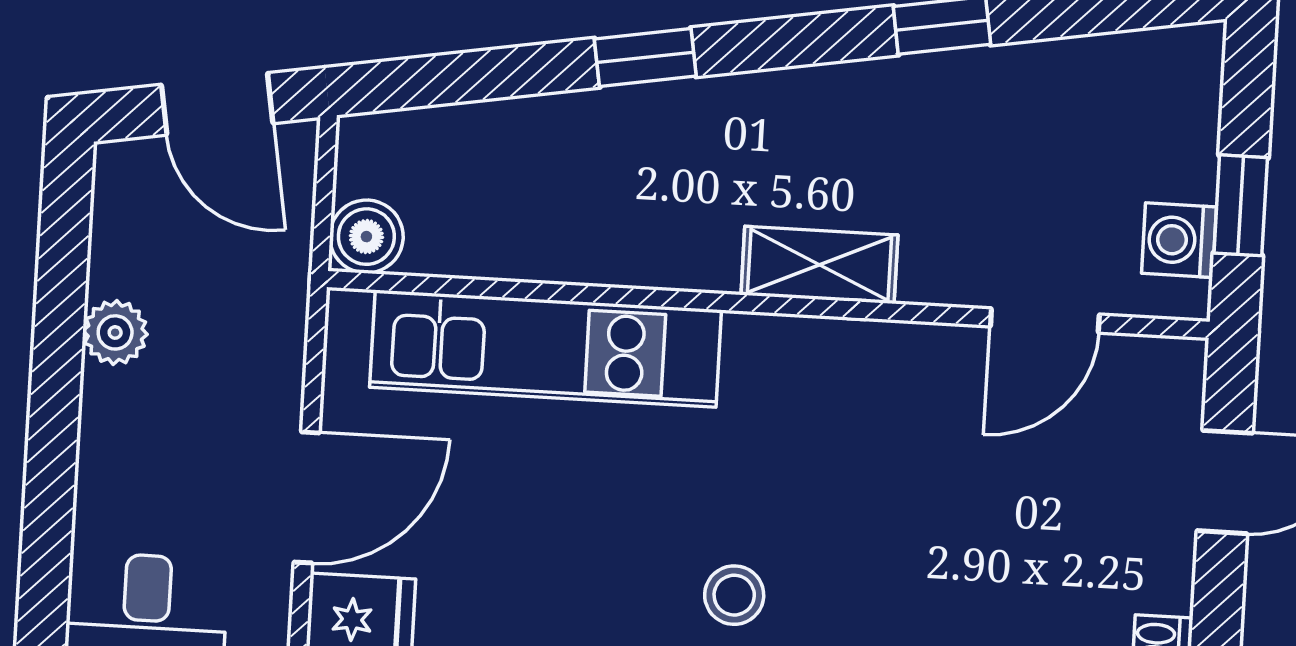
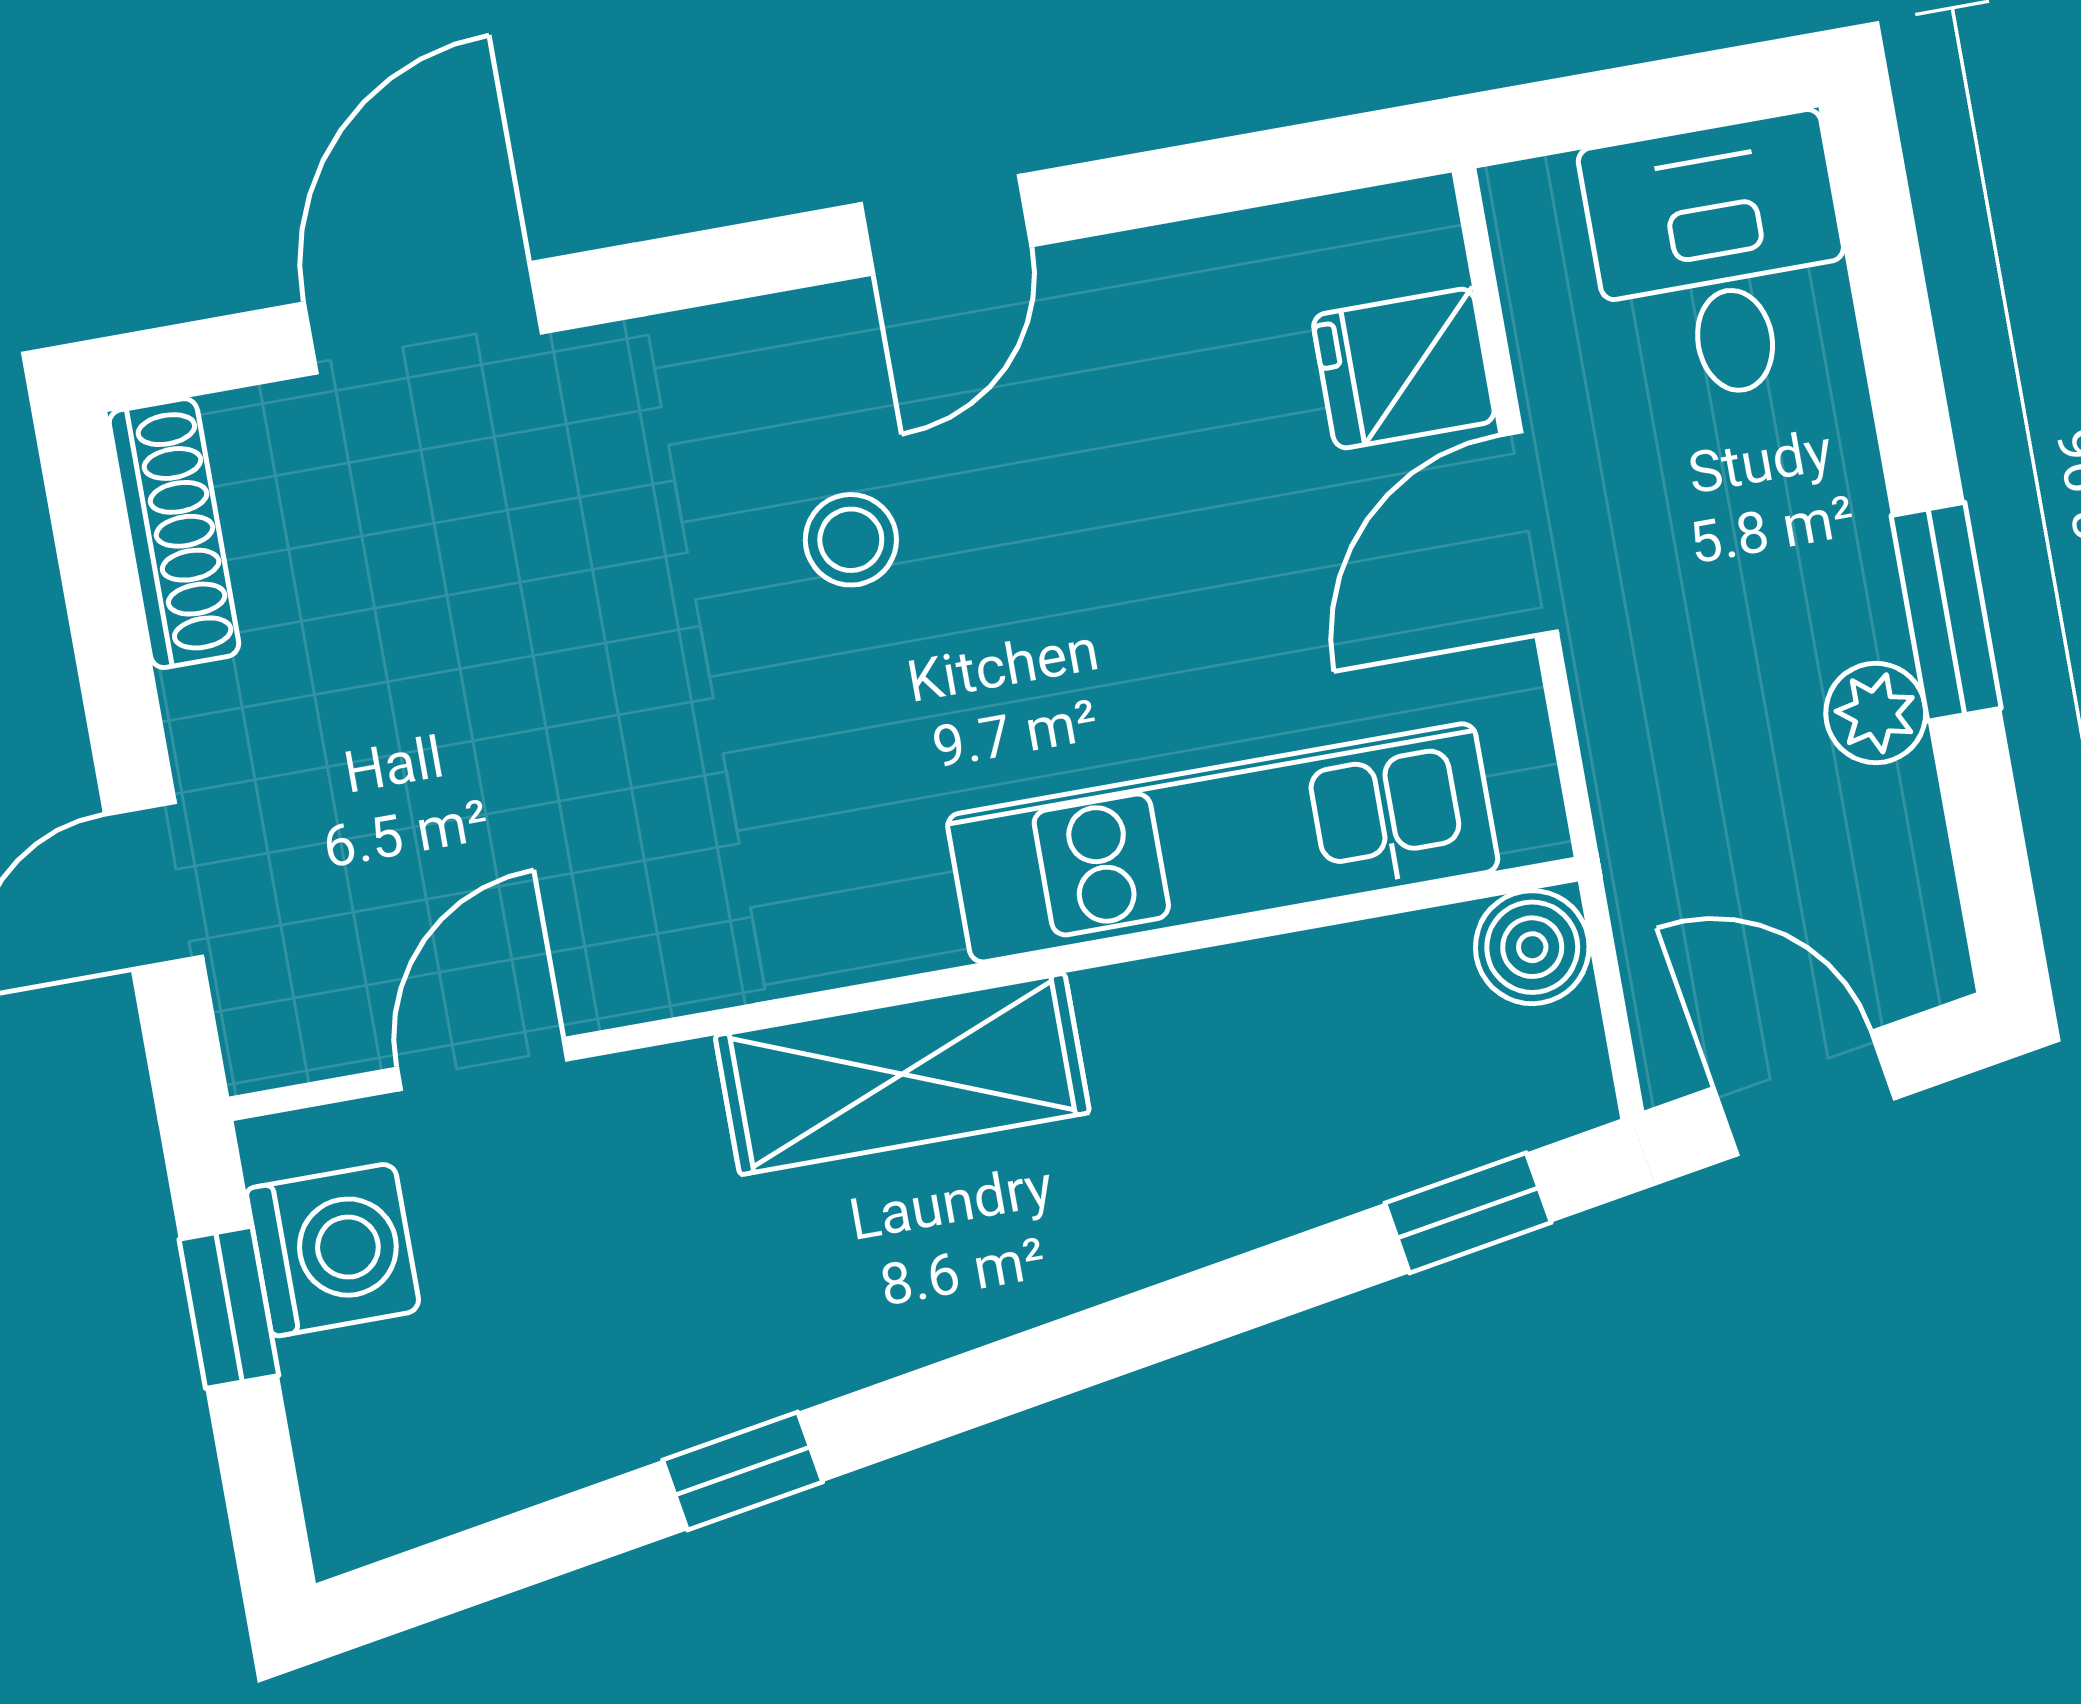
window: (645, 58) -> (1468, 1213), moved
washing machine: (1179, 240) -> (333, 1250), width x1.38, depth x1.38
shelving: (819, 265) -> (902, 1074), width x1.50, depth x1.33
window: (56, 386) -> (1946, 612), added

